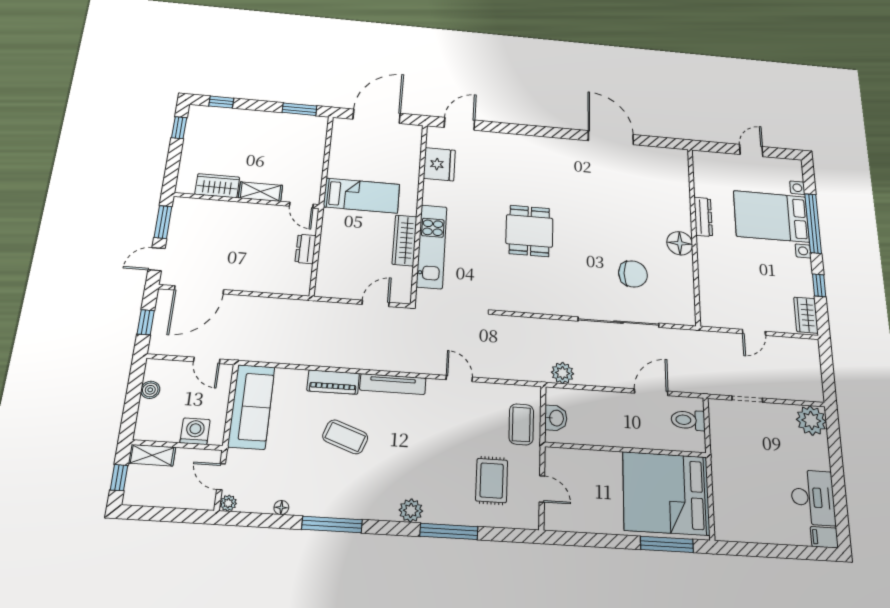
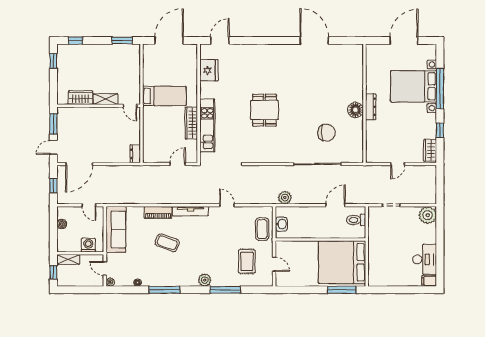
door: (751, 150) -> (404, 41), width x1.87
dresser: (703, 217) -> (371, 107), moved
dresser: (306, 249) -> (135, 154), moved

